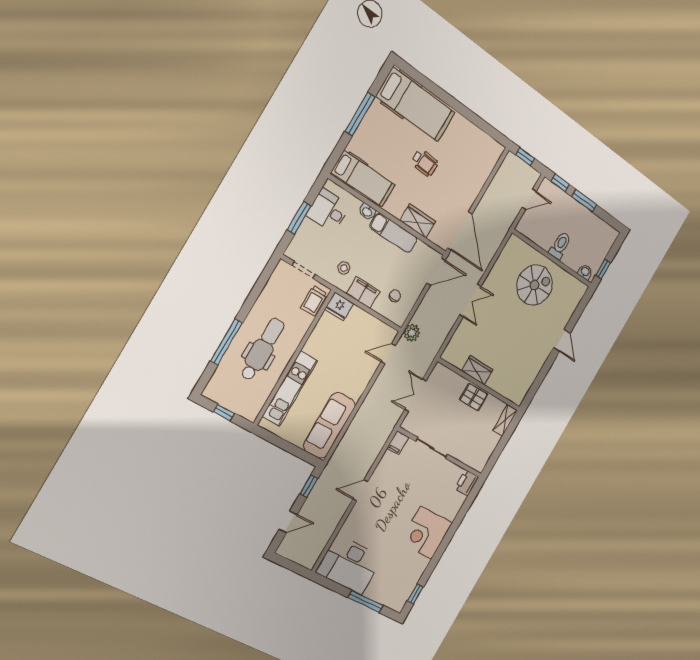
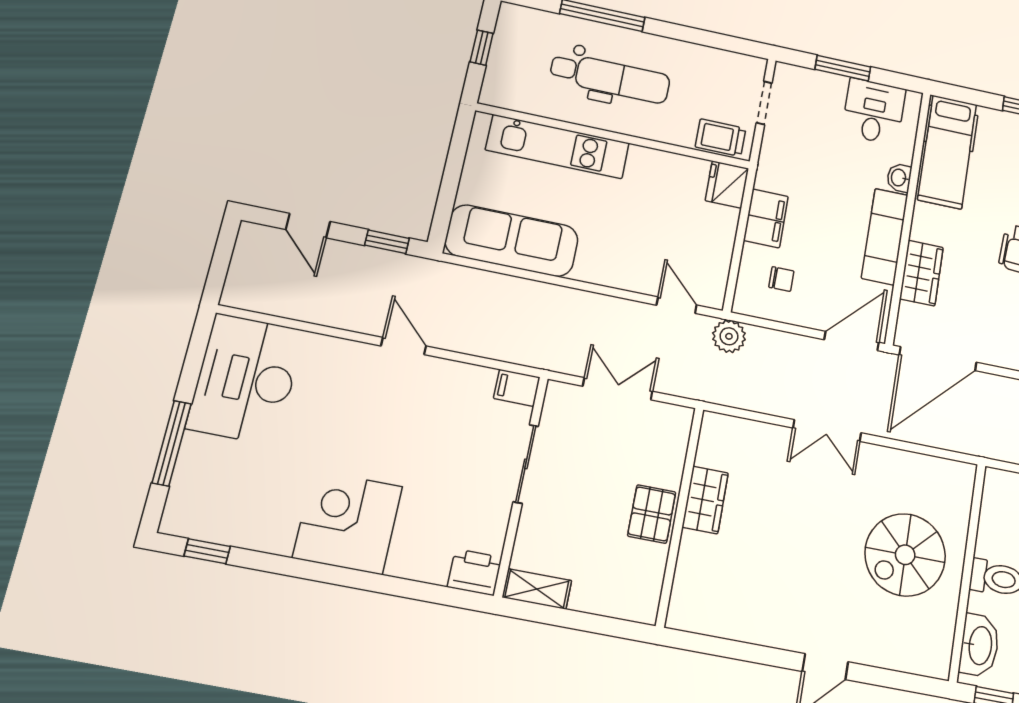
stool: (344, 268) -> (793, 170), removed
door: (436, 272) -> (852, 341), swing flipped
washbasin: (585, 272) -> (979, 645), width x1.91, depth x1.45
spiral stairs: (534, 285) -> (905, 555), turned 90
shelving: (505, 420) -> (537, 589), moved

